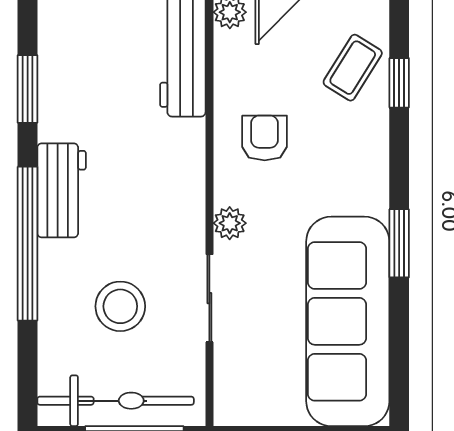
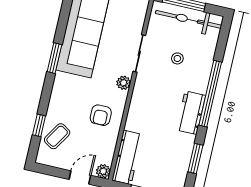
stool: (120, 306) -> (177, 58), width x0.53, depth x0.53

